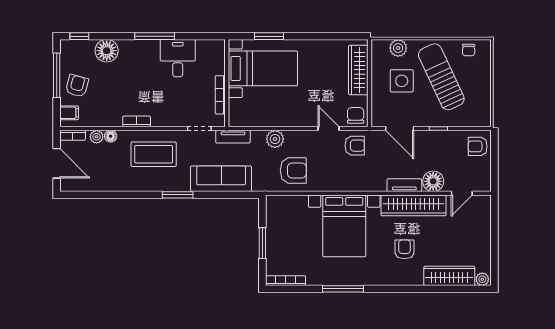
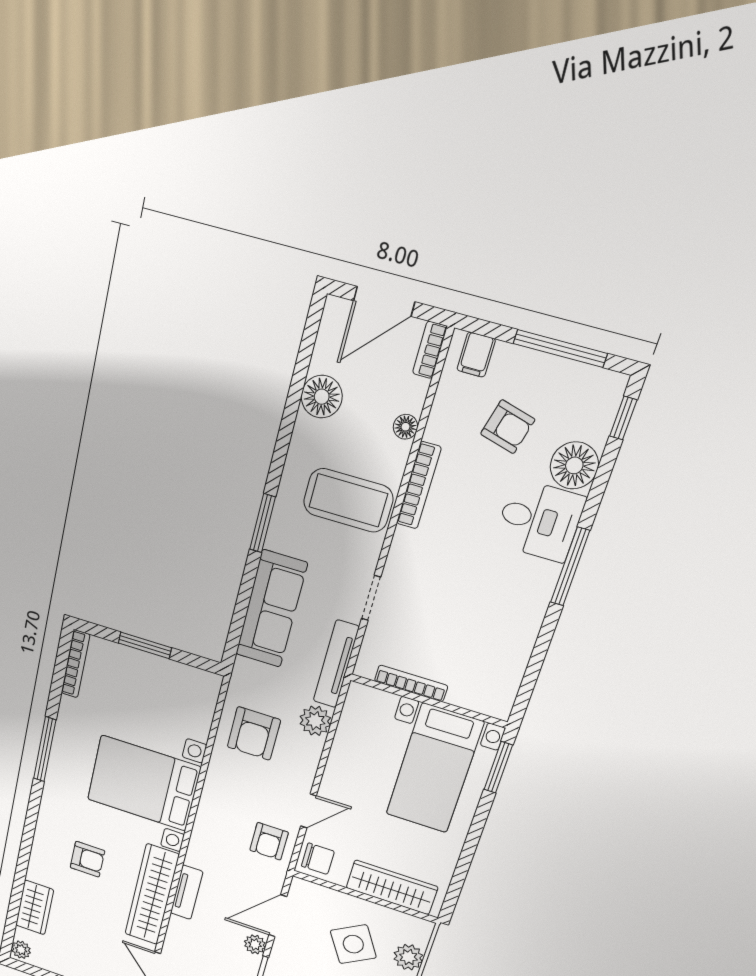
desk: (178, 58) -> (539, 520), moved
bed with nightstands: (263, 68) -> (434, 768), moved
side table: (402, 81) -> (353, 944), turned -31
wall: (227, 83) -> (428, 701), moved
armchair: (77, 86) -> (508, 427), moved
bookcase: (220, 95) -> (411, 683), moved
bookcase: (137, 121) -> (419, 485), width x1.56
plant: (97, 137) -> (255, 944), moved
tv unit: (233, 137) -> (336, 664), width x1.41
coffee table: (154, 154) -> (348, 500), turned 90
floor lamp: (433, 181) -> (322, 397), moved
wardrobe: (449, 276) -> (35, 907), width x0.67

